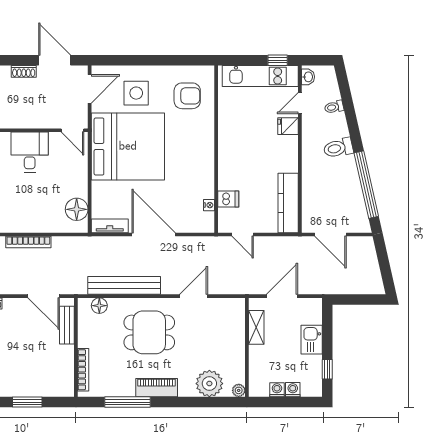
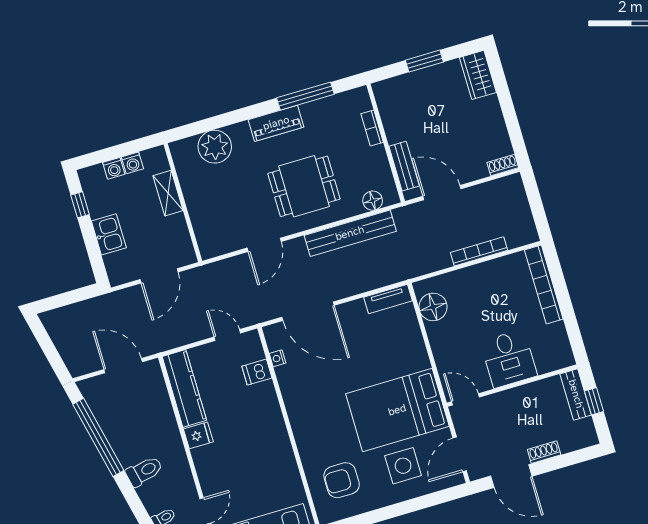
fridge: (288, 126) -> (198, 435), moved
bed: (128, 146) -> (397, 410), width x0.73
door: (154, 235) -> (308, 311), moved
shelving: (256, 327) -> (168, 193), moved
bookcase: (83, 370) -> (372, 128), width x0.64
plant: (239, 390) -> (178, 149), removed

